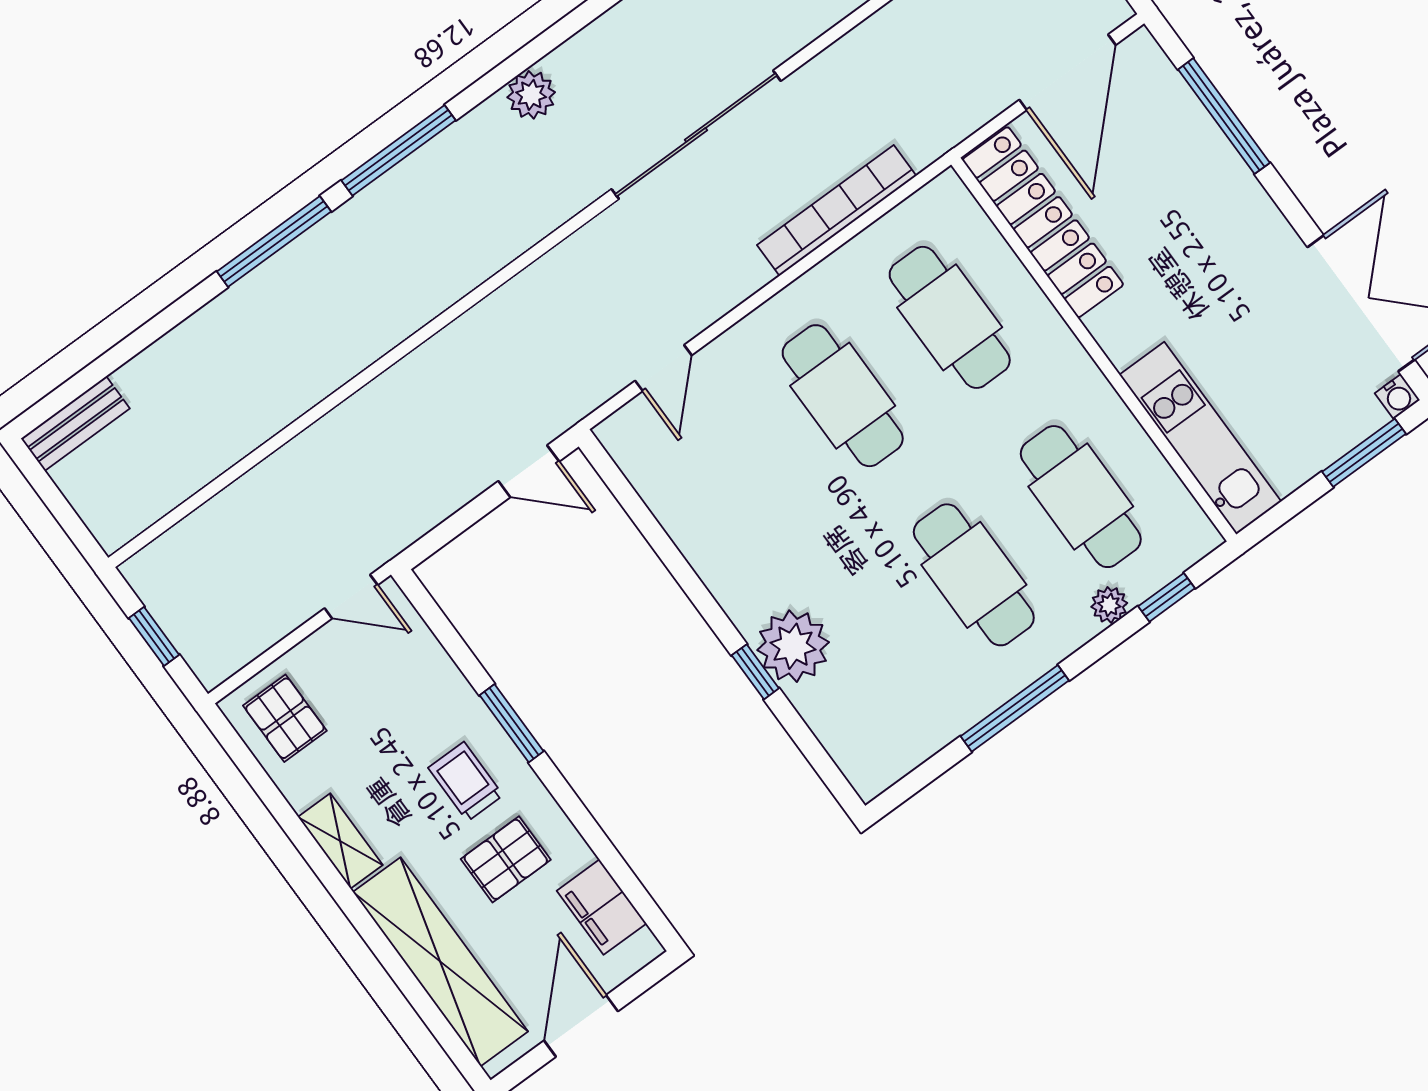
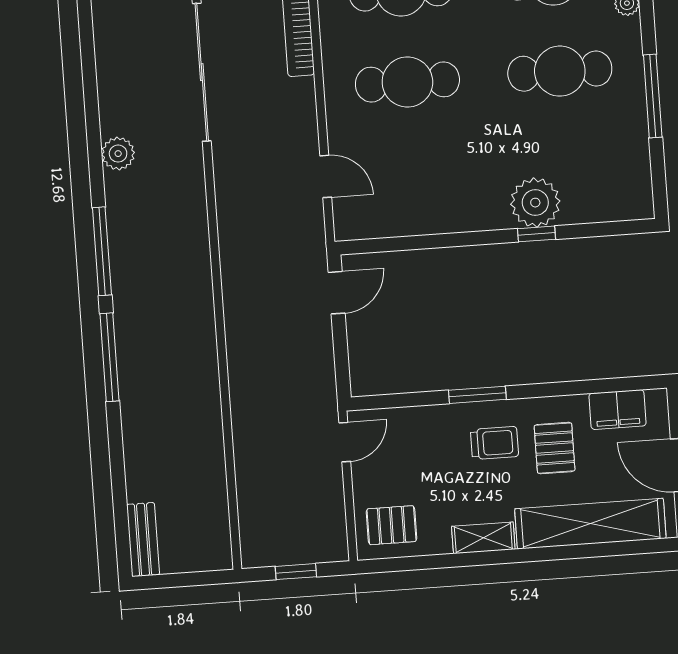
trolley: (466, 782) -> (495, 443), turned 180

